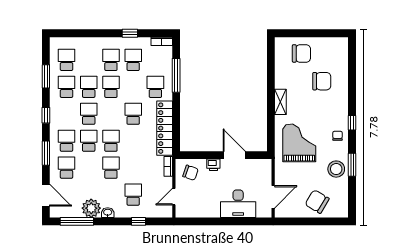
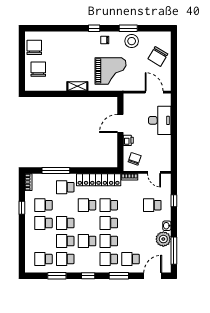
chair: (322, 81) -> (34, 47), moved
grand piano: (299, 143) -> (111, 71), turned 180
school desk: (111, 168) -> (109, 205), moved

